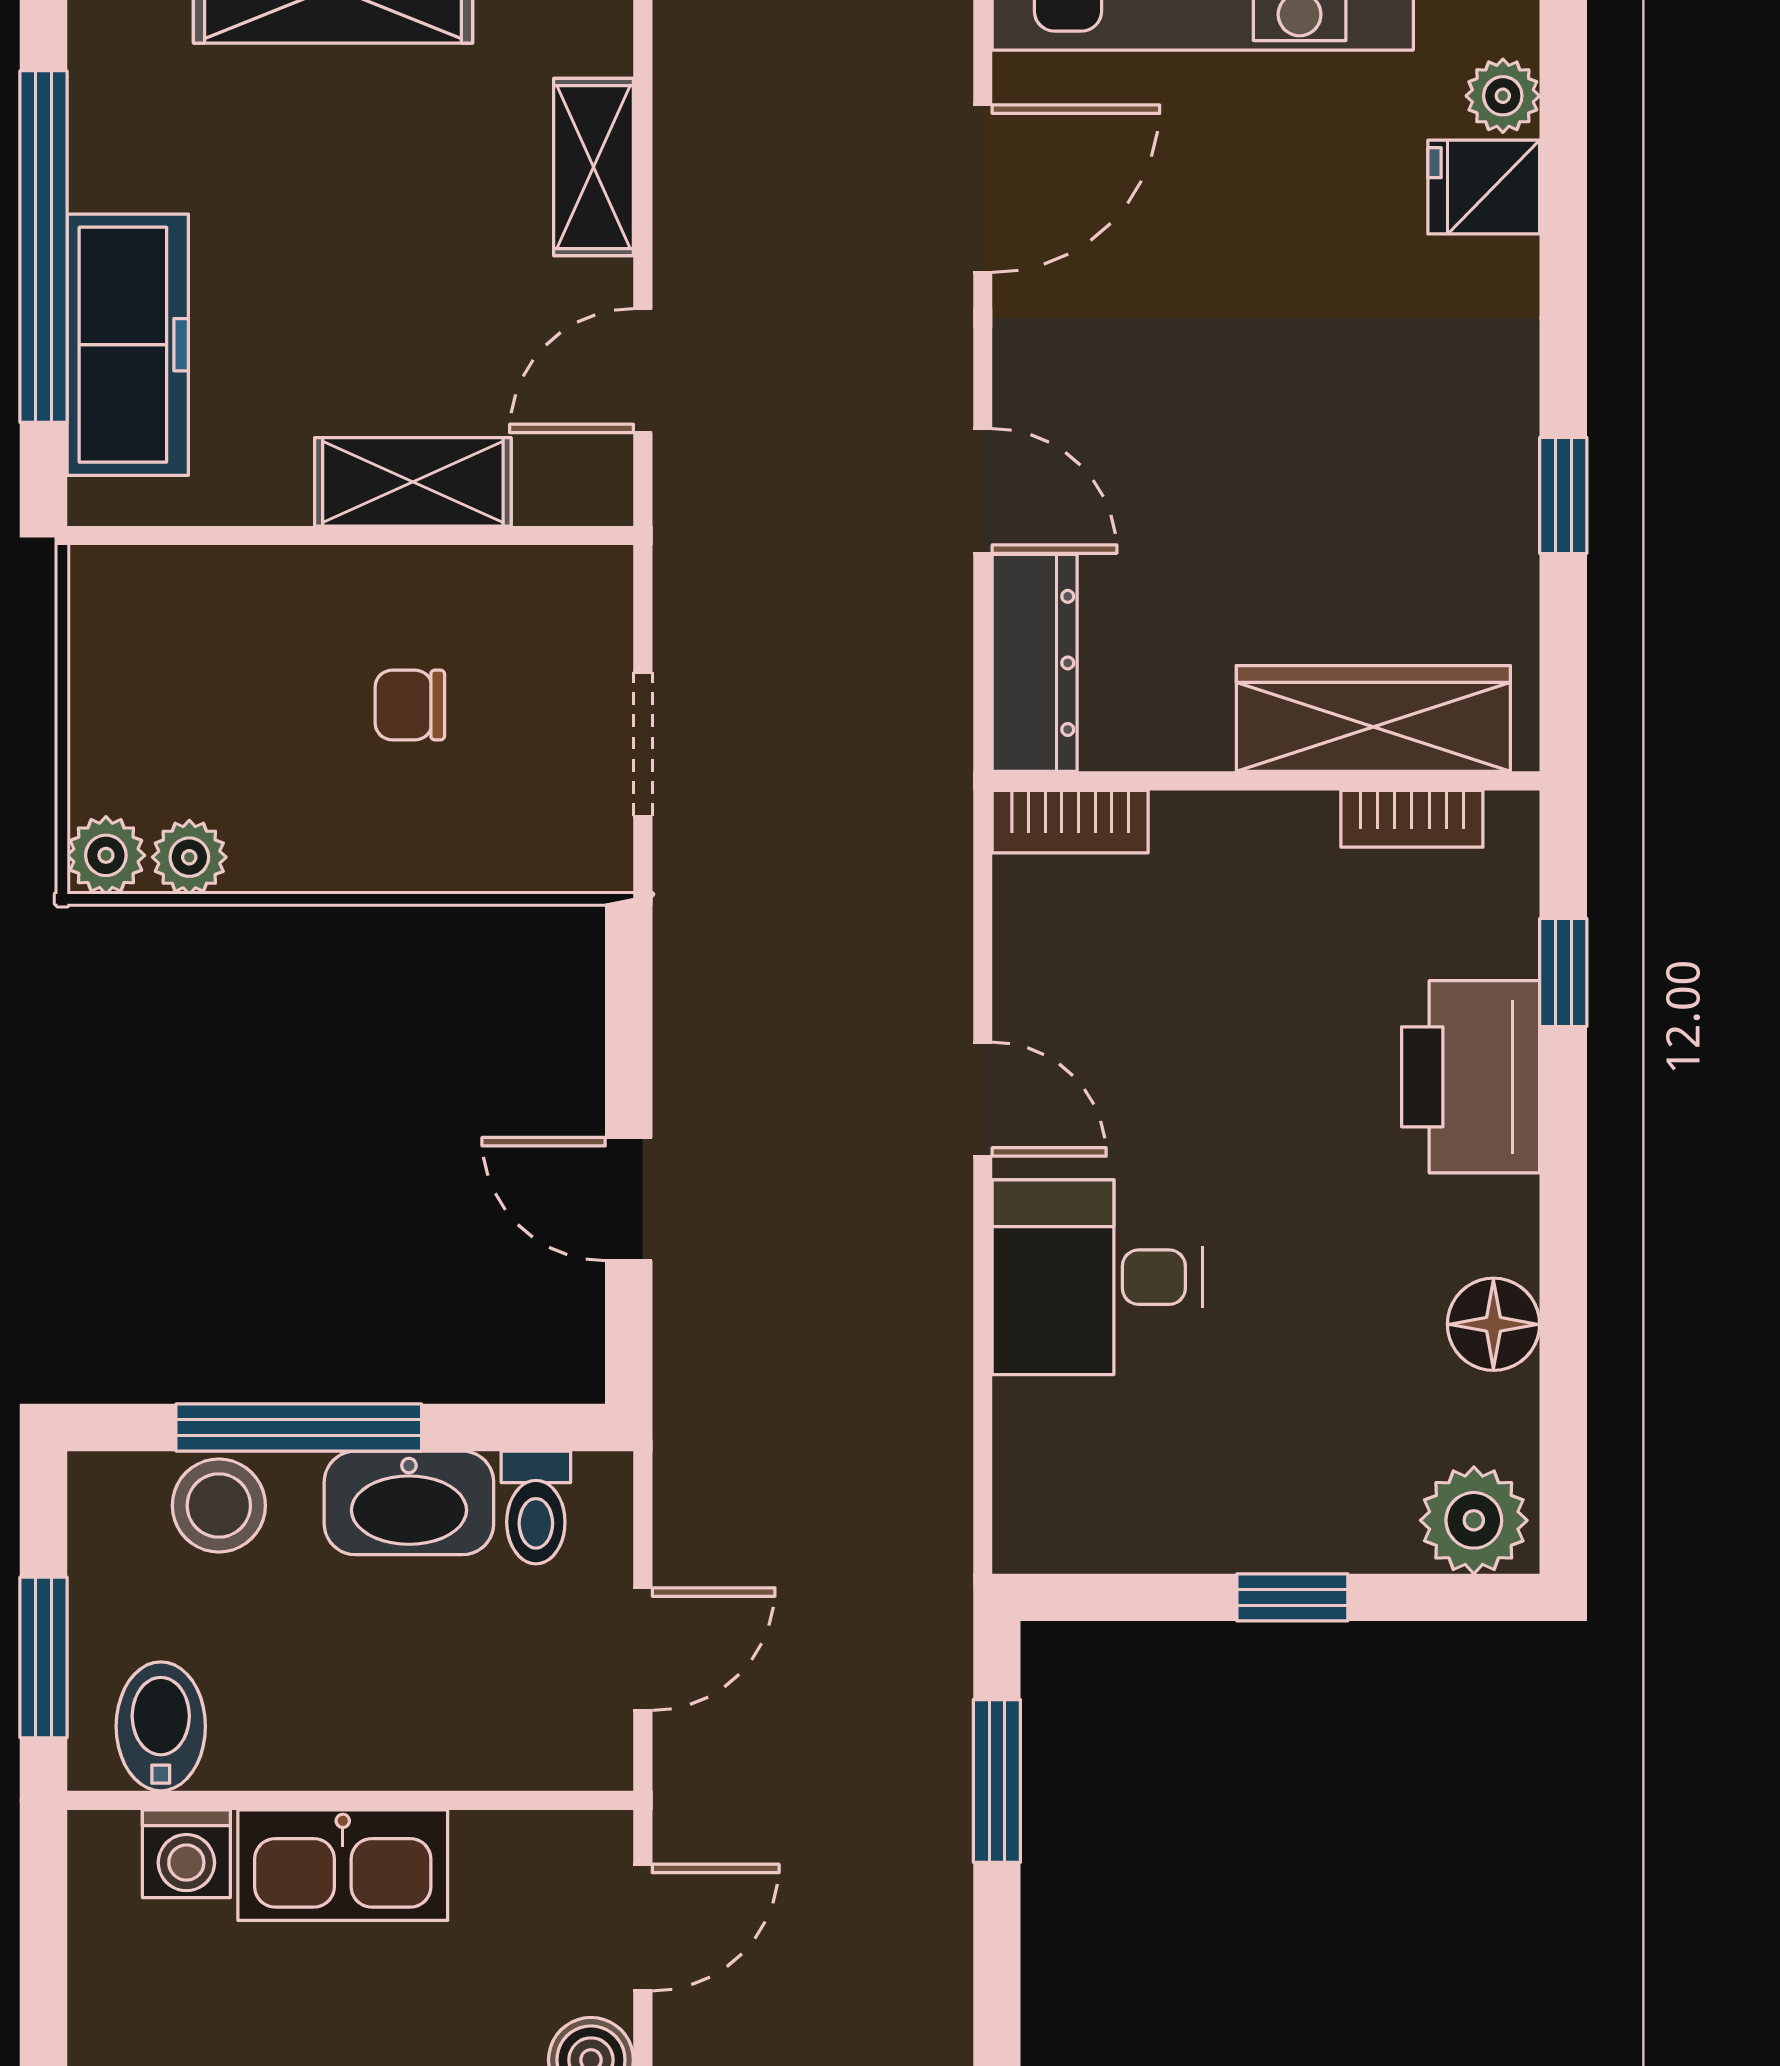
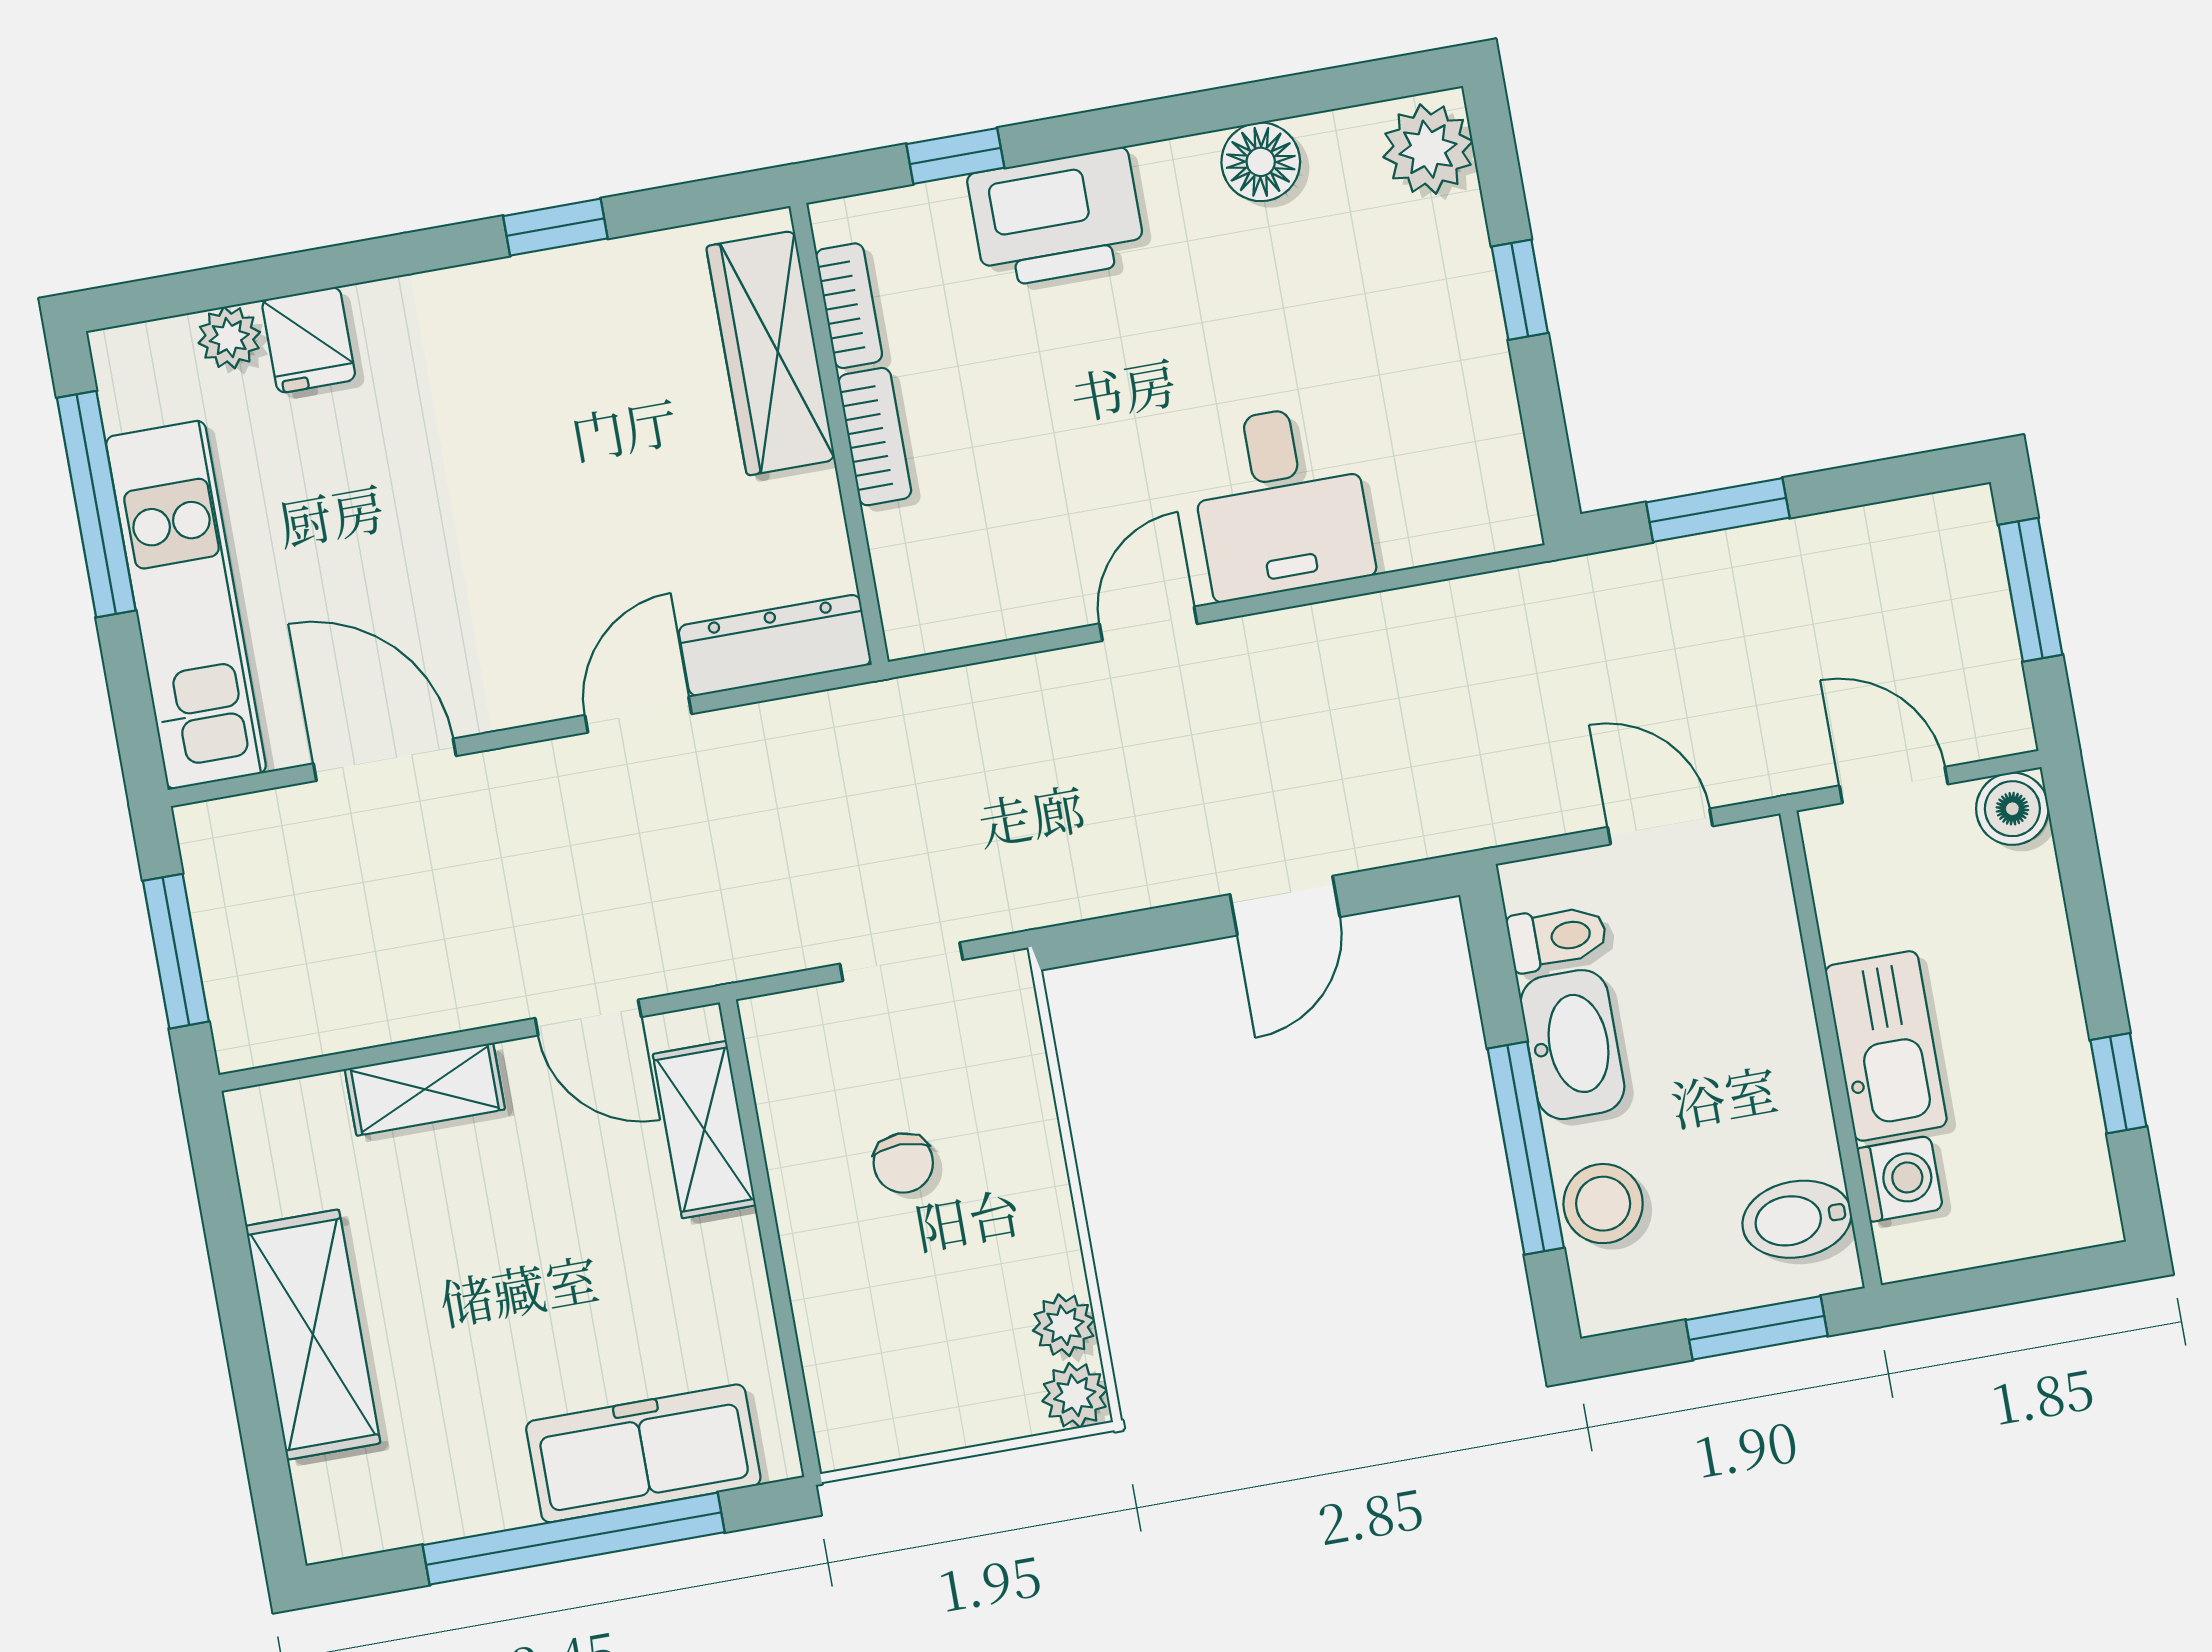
shelving: (413, 482) -> (704, 1130), moved
bookcase: (1070, 822) -> (875, 437), moved

